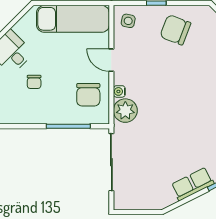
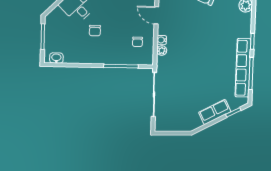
chair: (88, 95) -> (138, 42), width x0.54, depth x0.54
plant: (125, 111) -> (162, 51), width x0.53, depth x0.53

